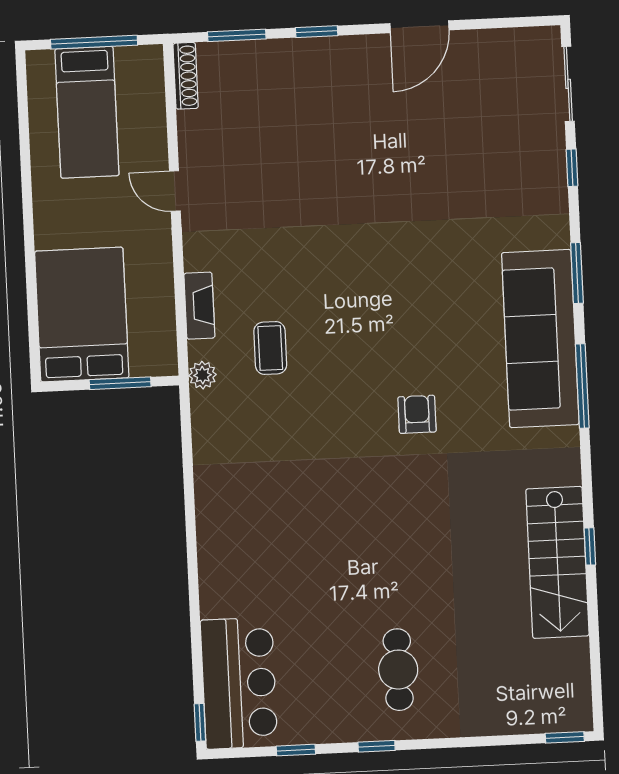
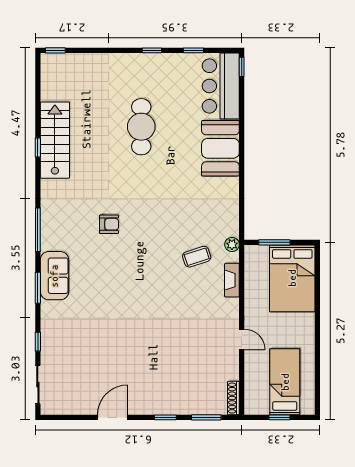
window: (94, 42) -> (279, 417), width x0.46
sofa: (540, 339) -> (54, 276), width x0.54, depth x0.79
coffee table: (270, 348) -> (197, 257), turned 72
armchair: (417, 414) -> (109, 224), moved, turned -90
booth: (234, 562) -> (220, 148), added
cafe table: (398, 670) -> (141, 127), moved, width x1.37, depth x1.35

